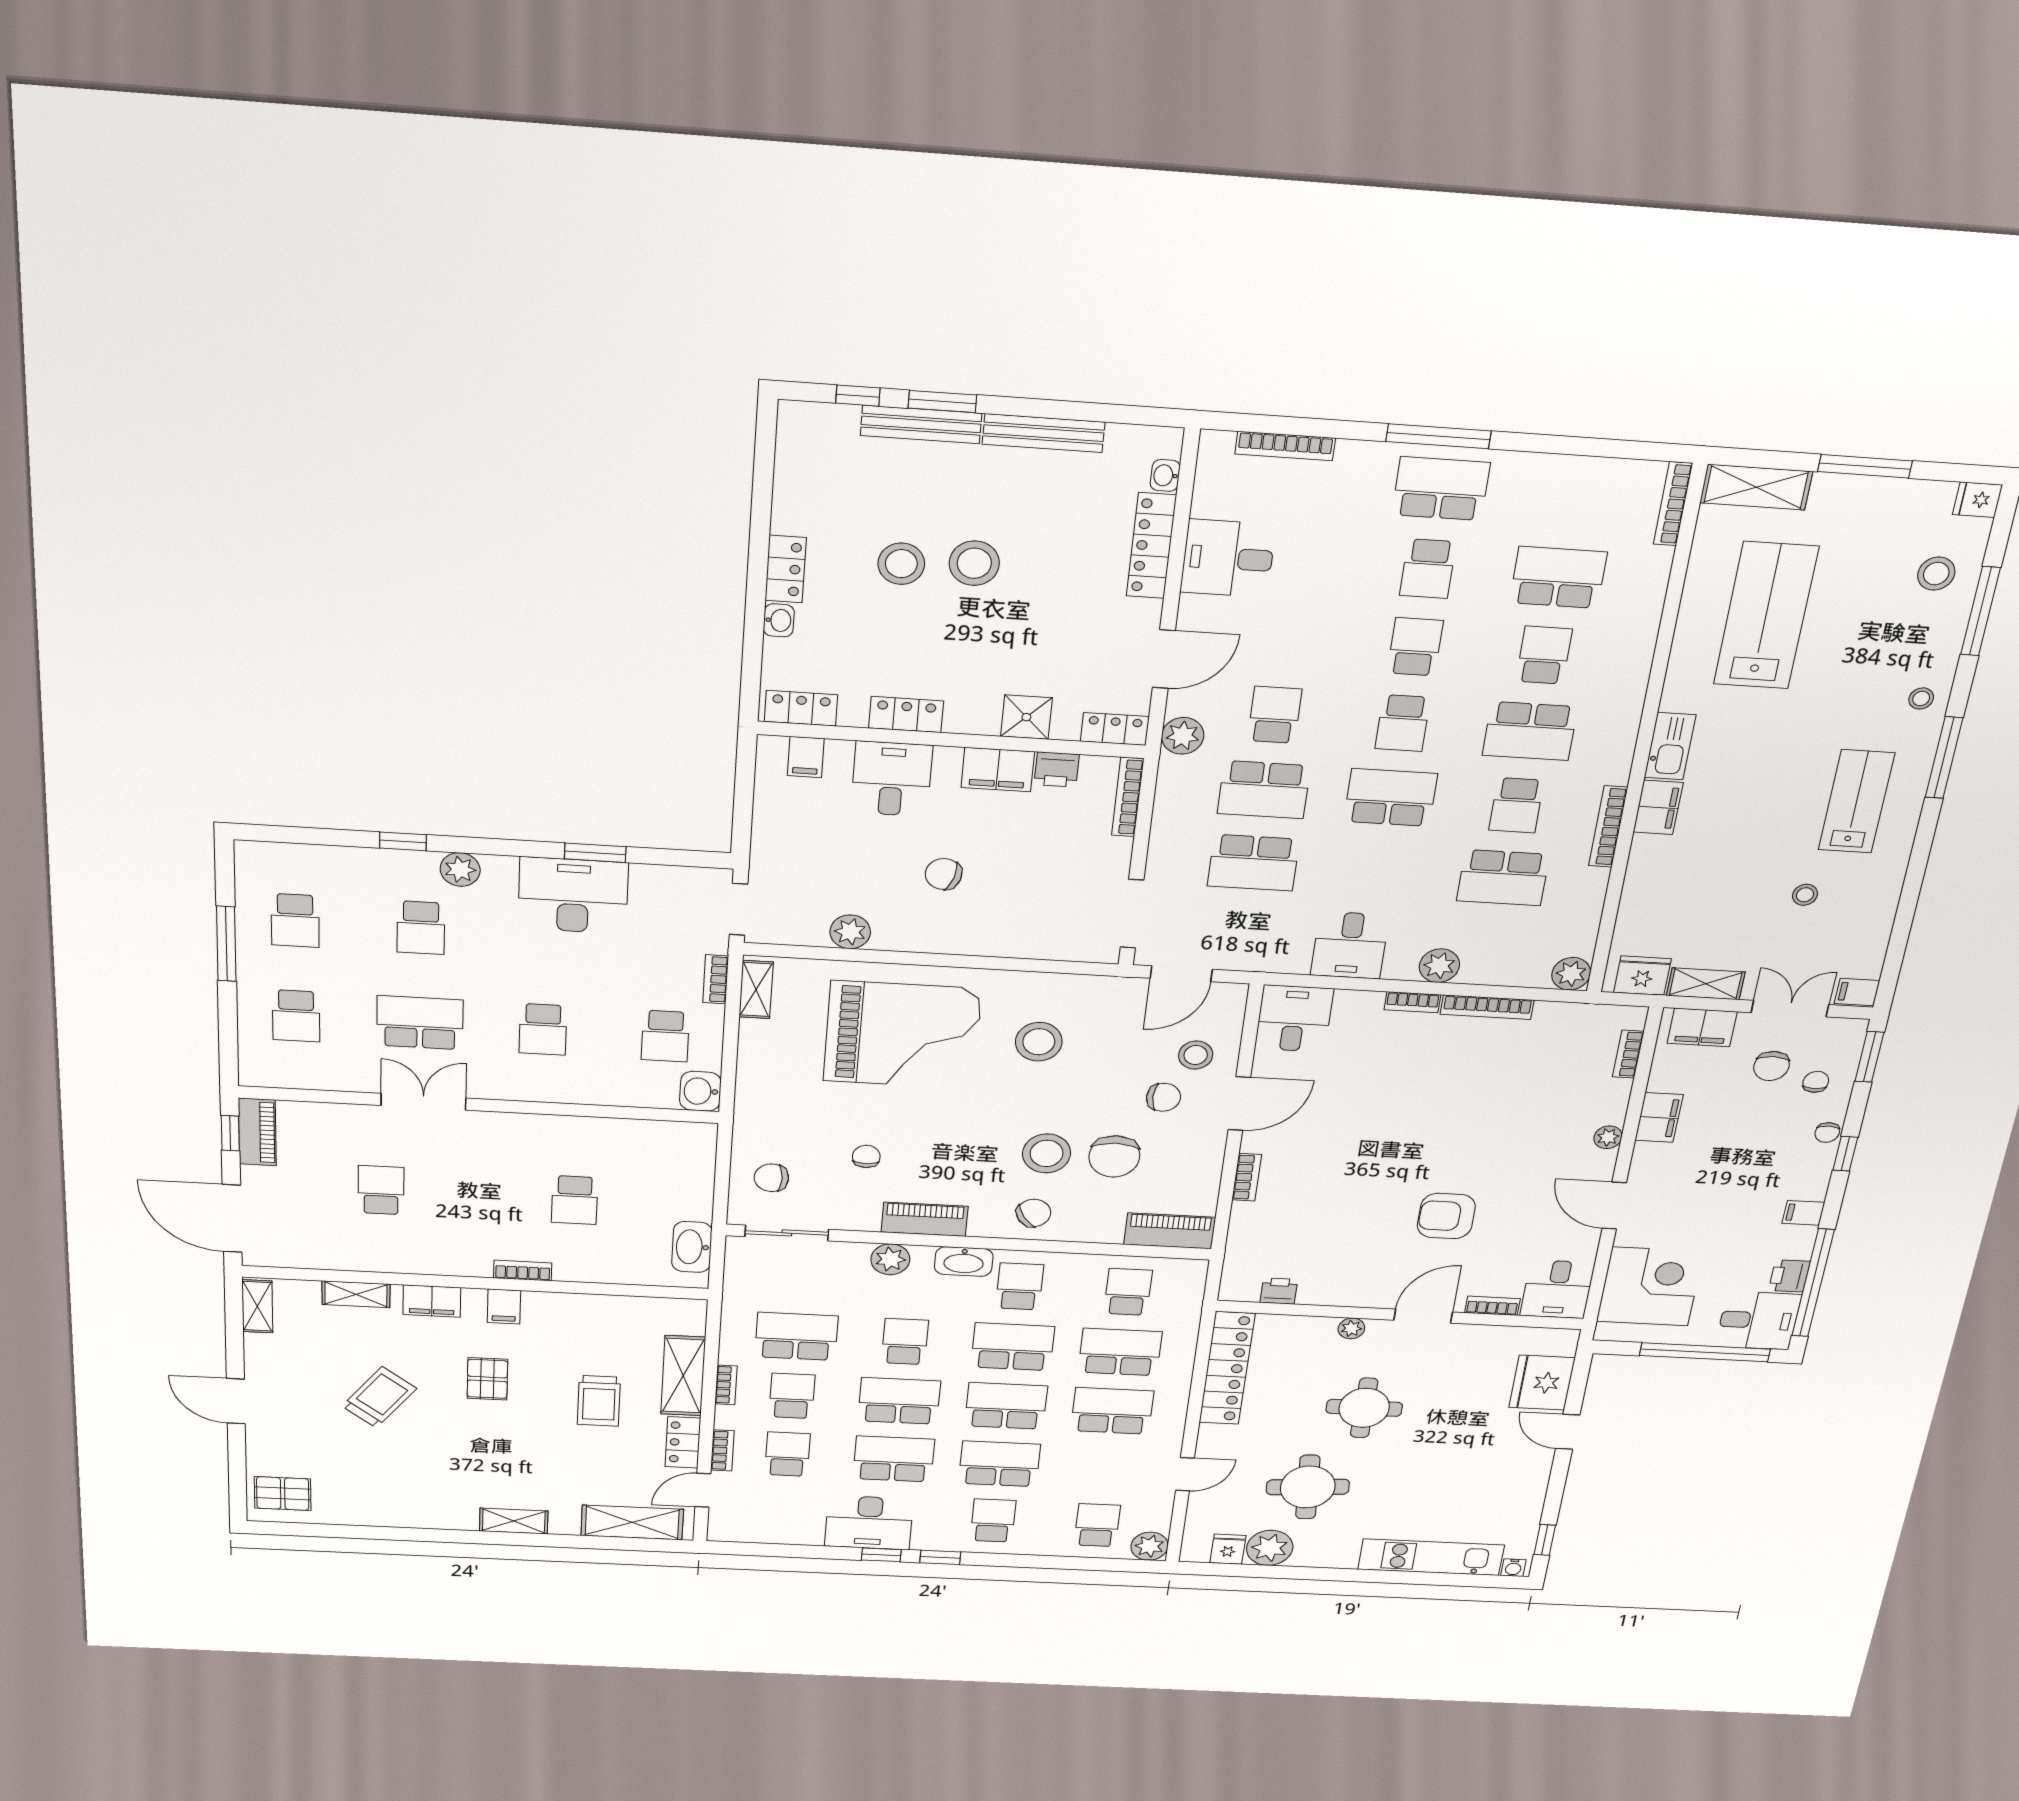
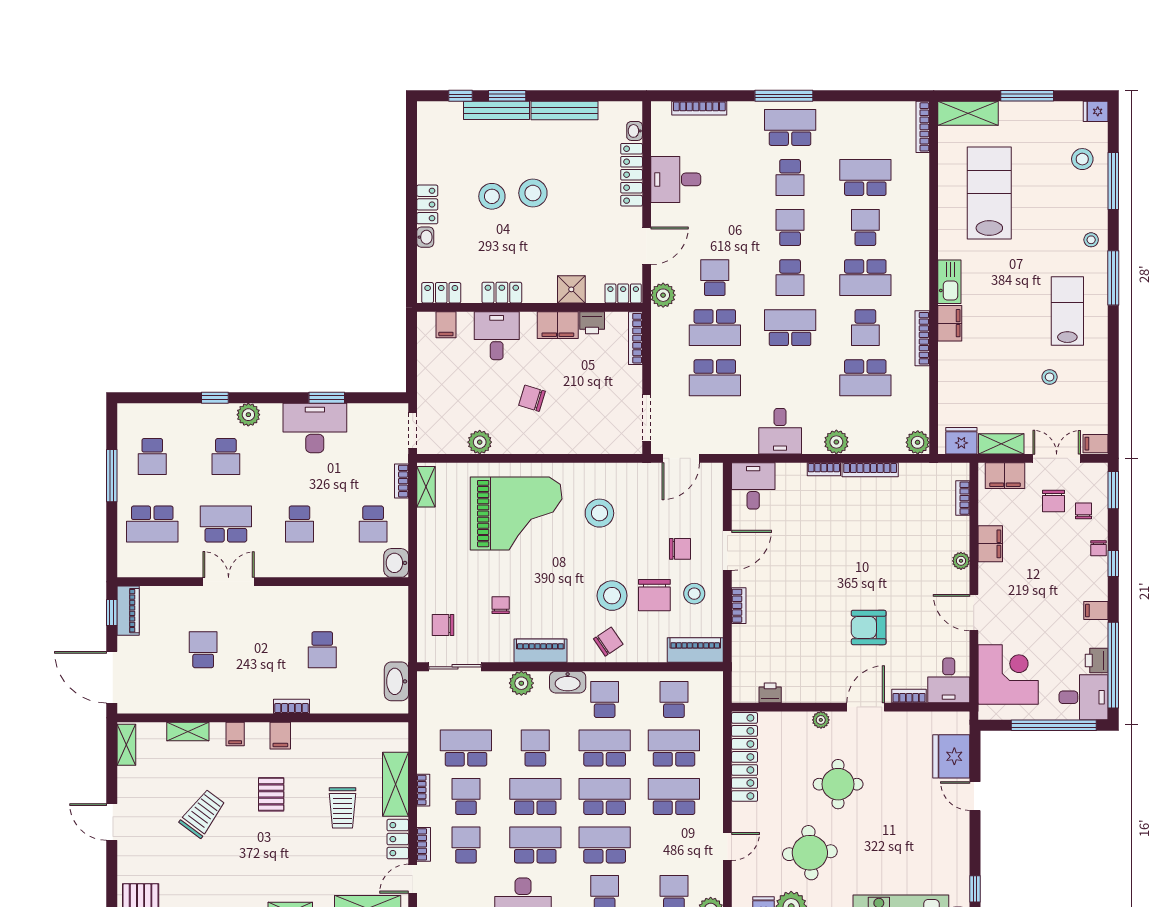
school desk: (296, 1016) -> (152, 524), width x1.85
stool: (1196, 1055) -> (694, 594), moved
filing cabinet: (432, 1301) -> (235, 734), width x0.50

